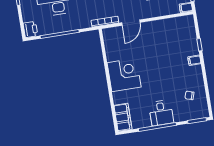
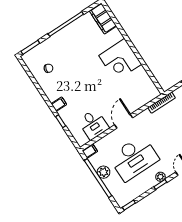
door: (131, 23) -> (124, 121), moved
desk: (161, 113) -> (93, 124), moved, turned 180

